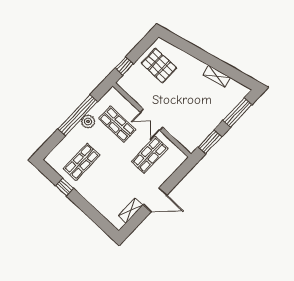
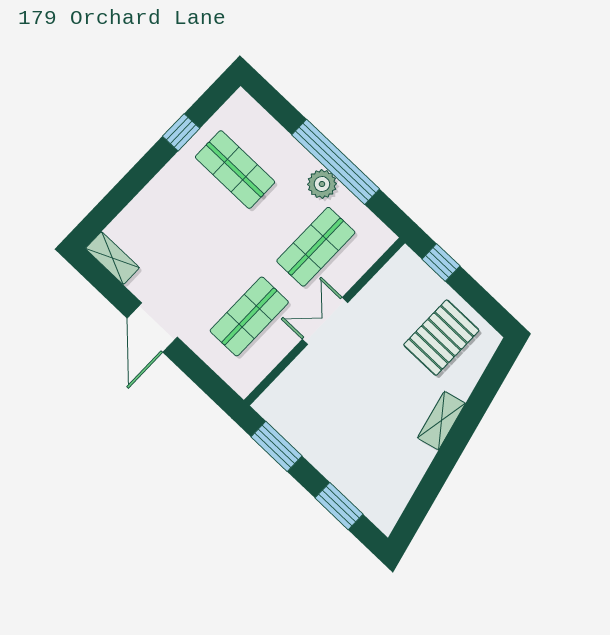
shelving: (217, 76) -> (441, 421), moved
window: (237, 113) -> (339, 506), width x0.69
shop shelf: (150, 155) -> (249, 316), turned 90
shelving: (131, 211) -> (112, 258), moved

